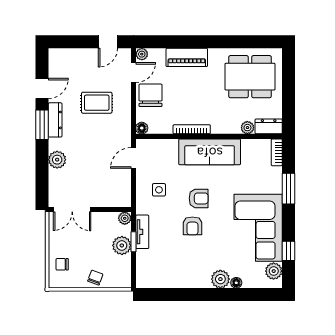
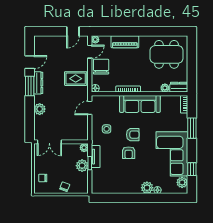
rug: (97, 103) -> (76, 79), moved

